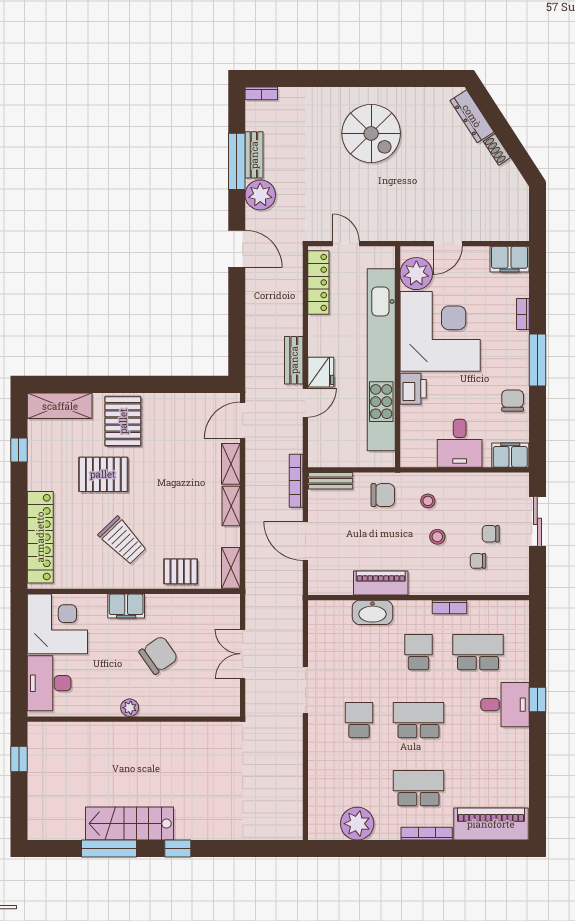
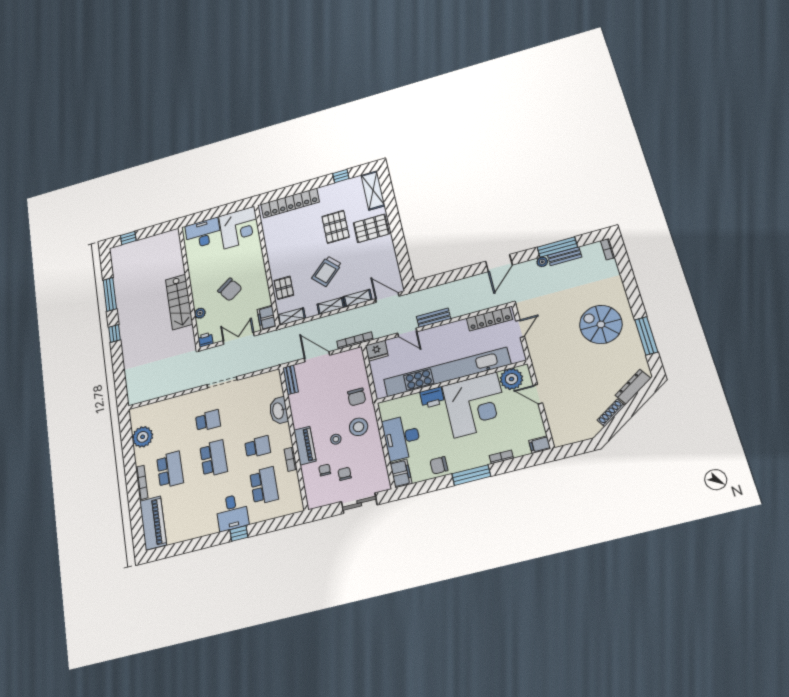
window: (405, 79) -> (646, 336), added
spiral stairs: (371, 133) -> (601, 324), turned 90
shoe rack: (497, 149) -> (611, 413), width x1.43
plant: (260, 195) -> (542, 262), width x0.53, depth x0.53
filing cabinet: (509, 259) -> (540, 445), width x0.50
fridge: (321, 372) -> (377, 351), moved
chair: (513, 401) -> (439, 465), turned 180
desk: (460, 443) -> (402, 438), width x1.37
bench: (331, 481) -> (290, 380), moved
stool: (428, 501) -> (359, 427), width x1.89, depth x1.89
trolley: (123, 541) -> (327, 271), moved
door: (305, 541) -> (317, 357), hinge flipped
piano: (381, 583) -> (305, 446), moved
filing cabinet: (126, 606) -> (267, 318), moved
printer: (230, 706) -> (205, 340), added
plant: (130, 708) -> (200, 313), moved
window: (19, 759) -> (128, 238), moved
stairs: (130, 824) -> (179, 302), moved, turned 180

